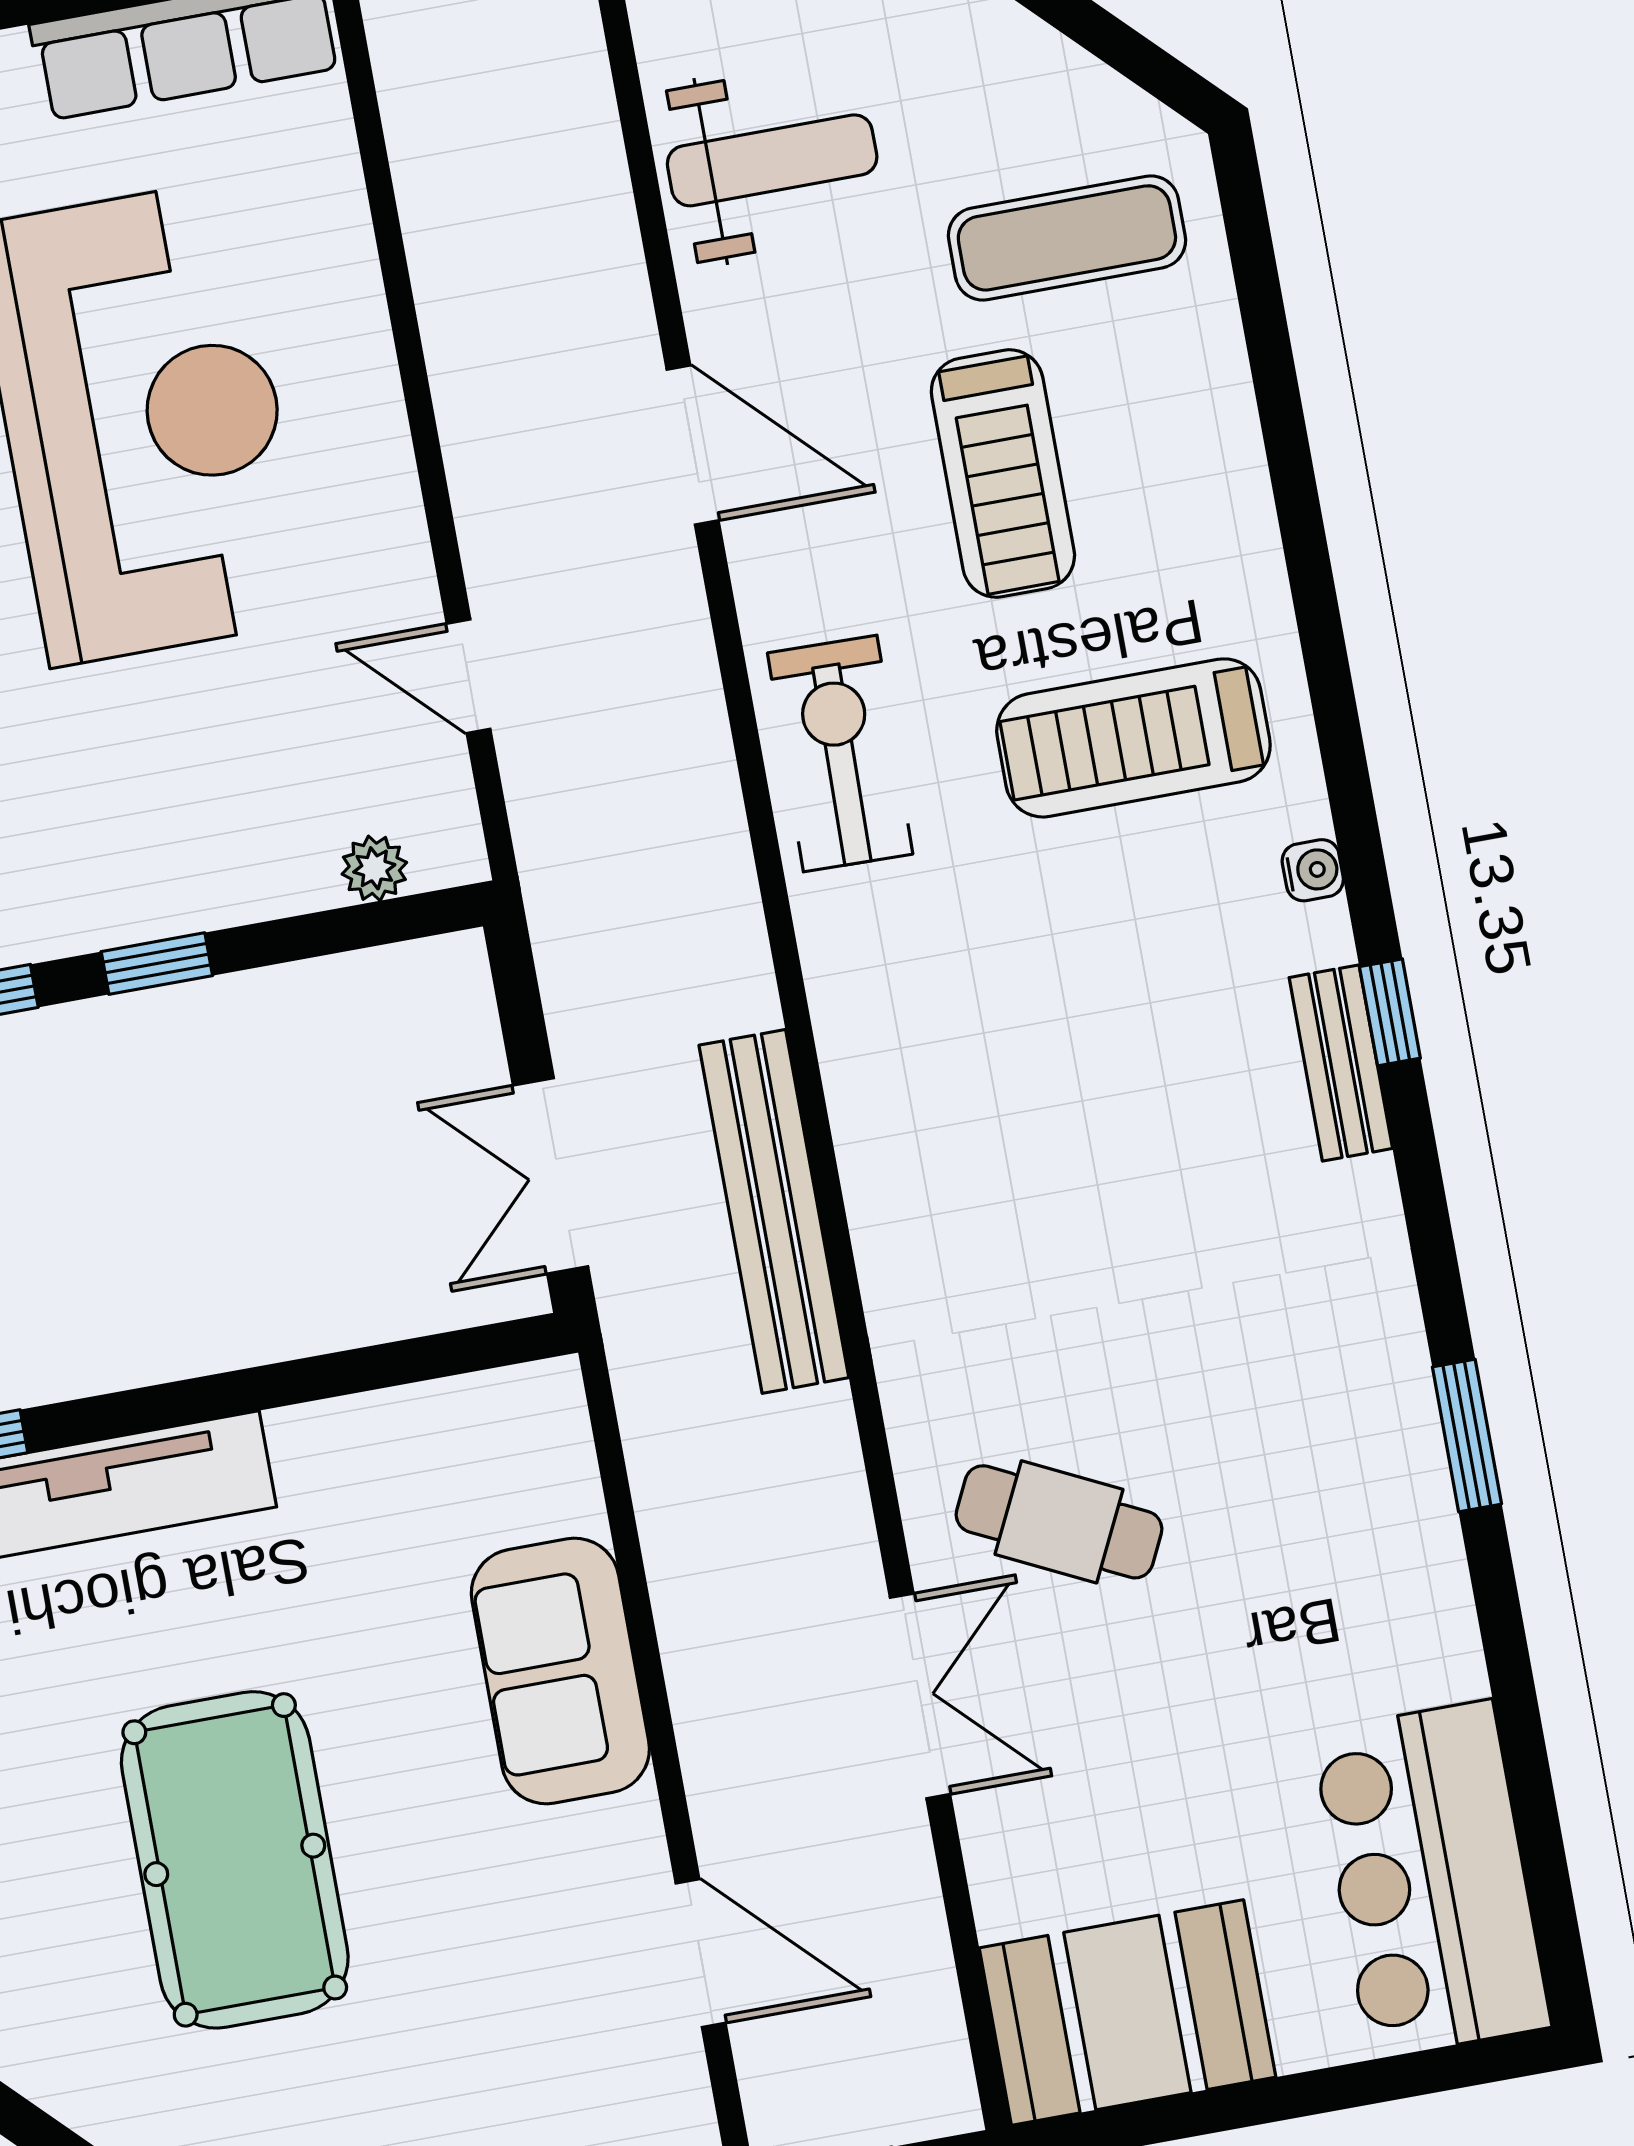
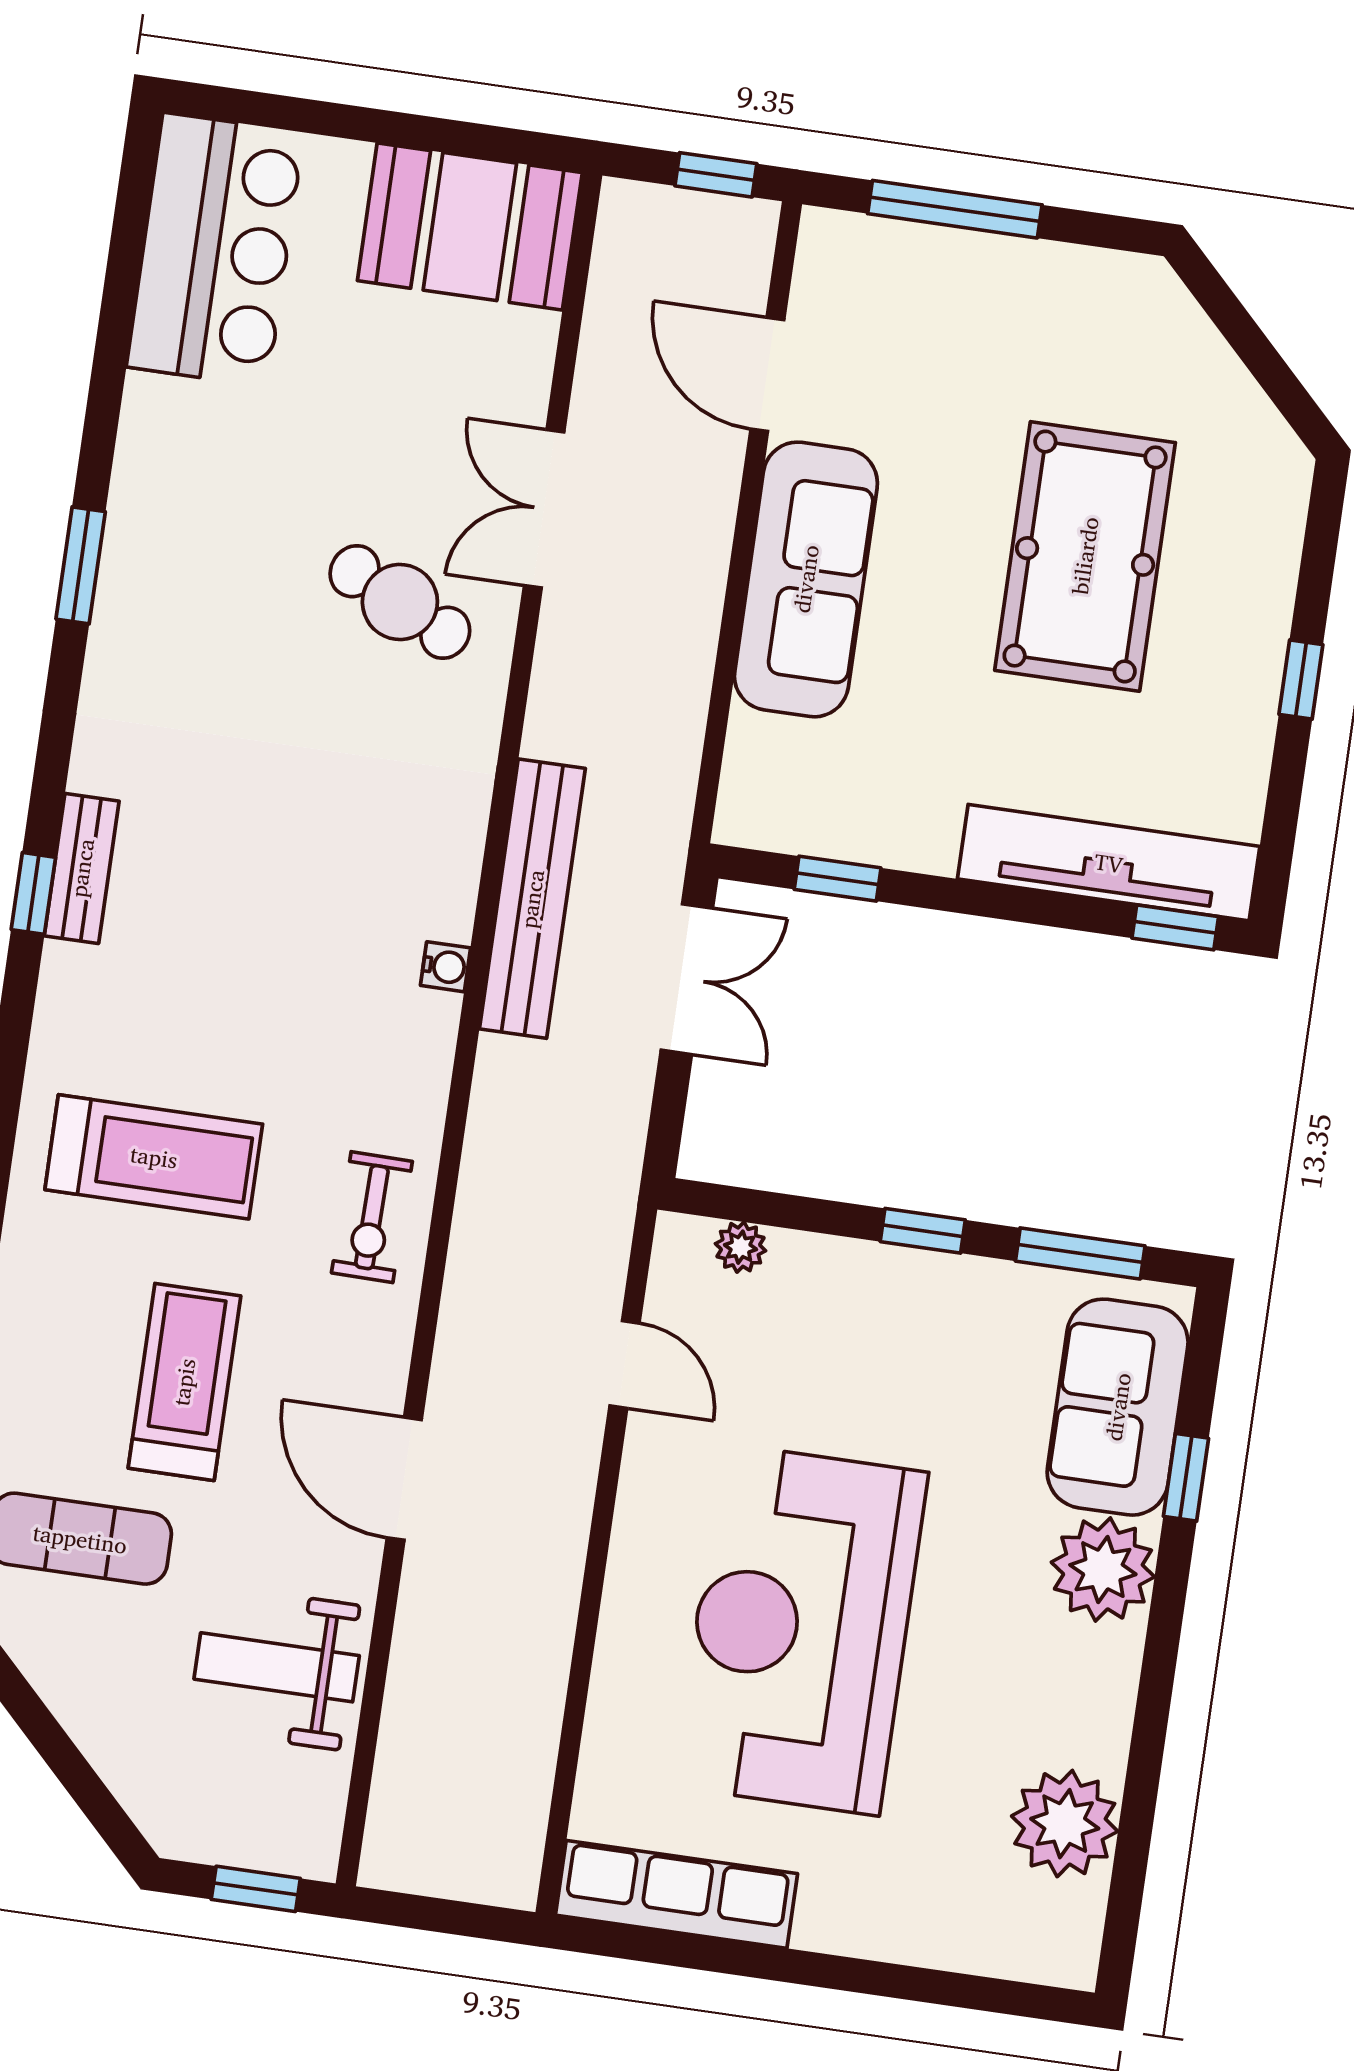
exercise bike: (840, 754) -> (372, 1217), width x0.73, depth x0.72
water cooler: (1313, 870) -> (446, 967), moved, turned 180
window: (407, 1362) -> (838, 879), added
sofa: (560, 1671) -> (806, 579), width x1.36

